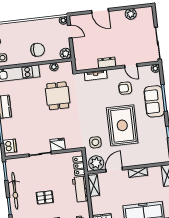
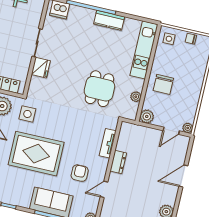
dining table: (58, 96) -> (99, 89), turned 90

